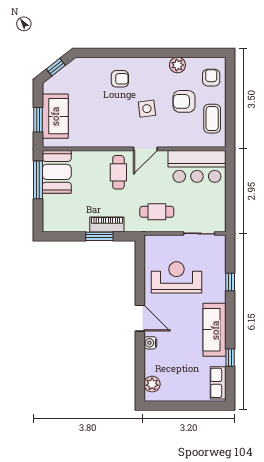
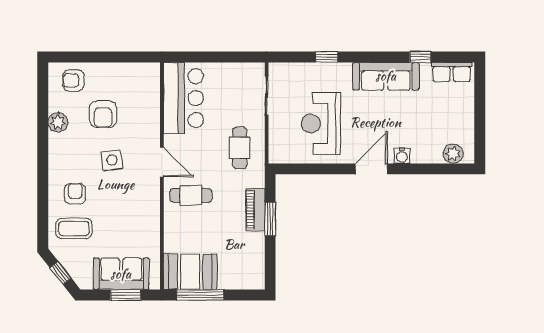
coffee table: (212, 119) -> (74, 228), moved

